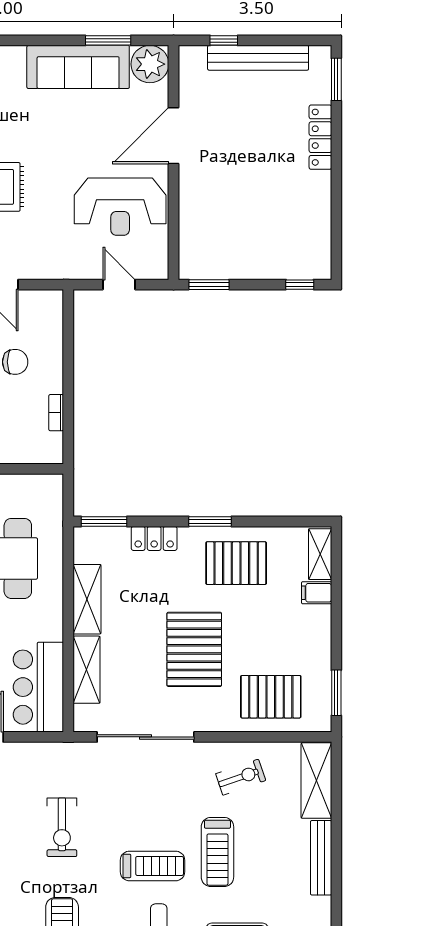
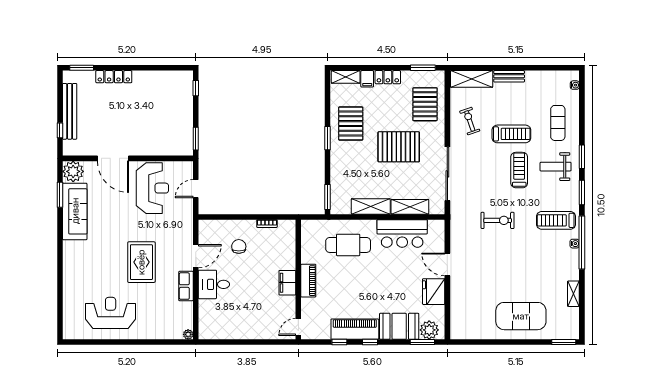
locker: (154, 538) -> (388, 77), moved, turned 90
bar counter: (38, 687) -> (402, 234), moved
bench: (321, 858) -> (509, 76), width x0.73

